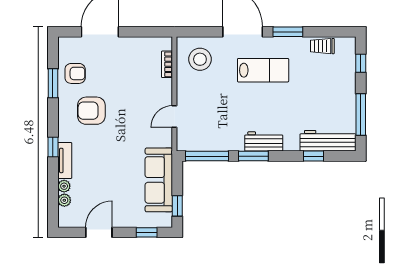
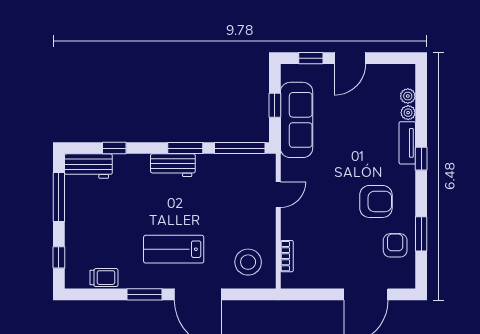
armchair: (75, 73) -> (395, 245), turned 90
workbench: (328, 141) -> (88, 166), width x0.73
window: (177, 206) -> (275, 105), moved
door: (99, 232) -> (350, 58), moved

